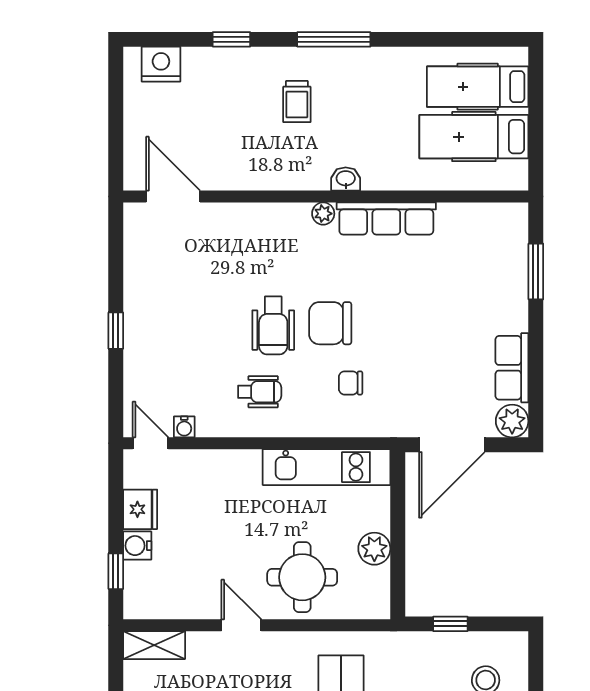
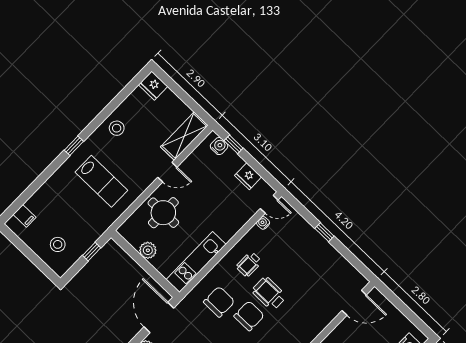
chair: (351, 383) -> (219, 302), width x1.87, depth x1.87
water cooler: (137, 546) -> (219, 146), moved
shelving: (154, 645) -> (184, 136), width x1.50, depth x1.33

